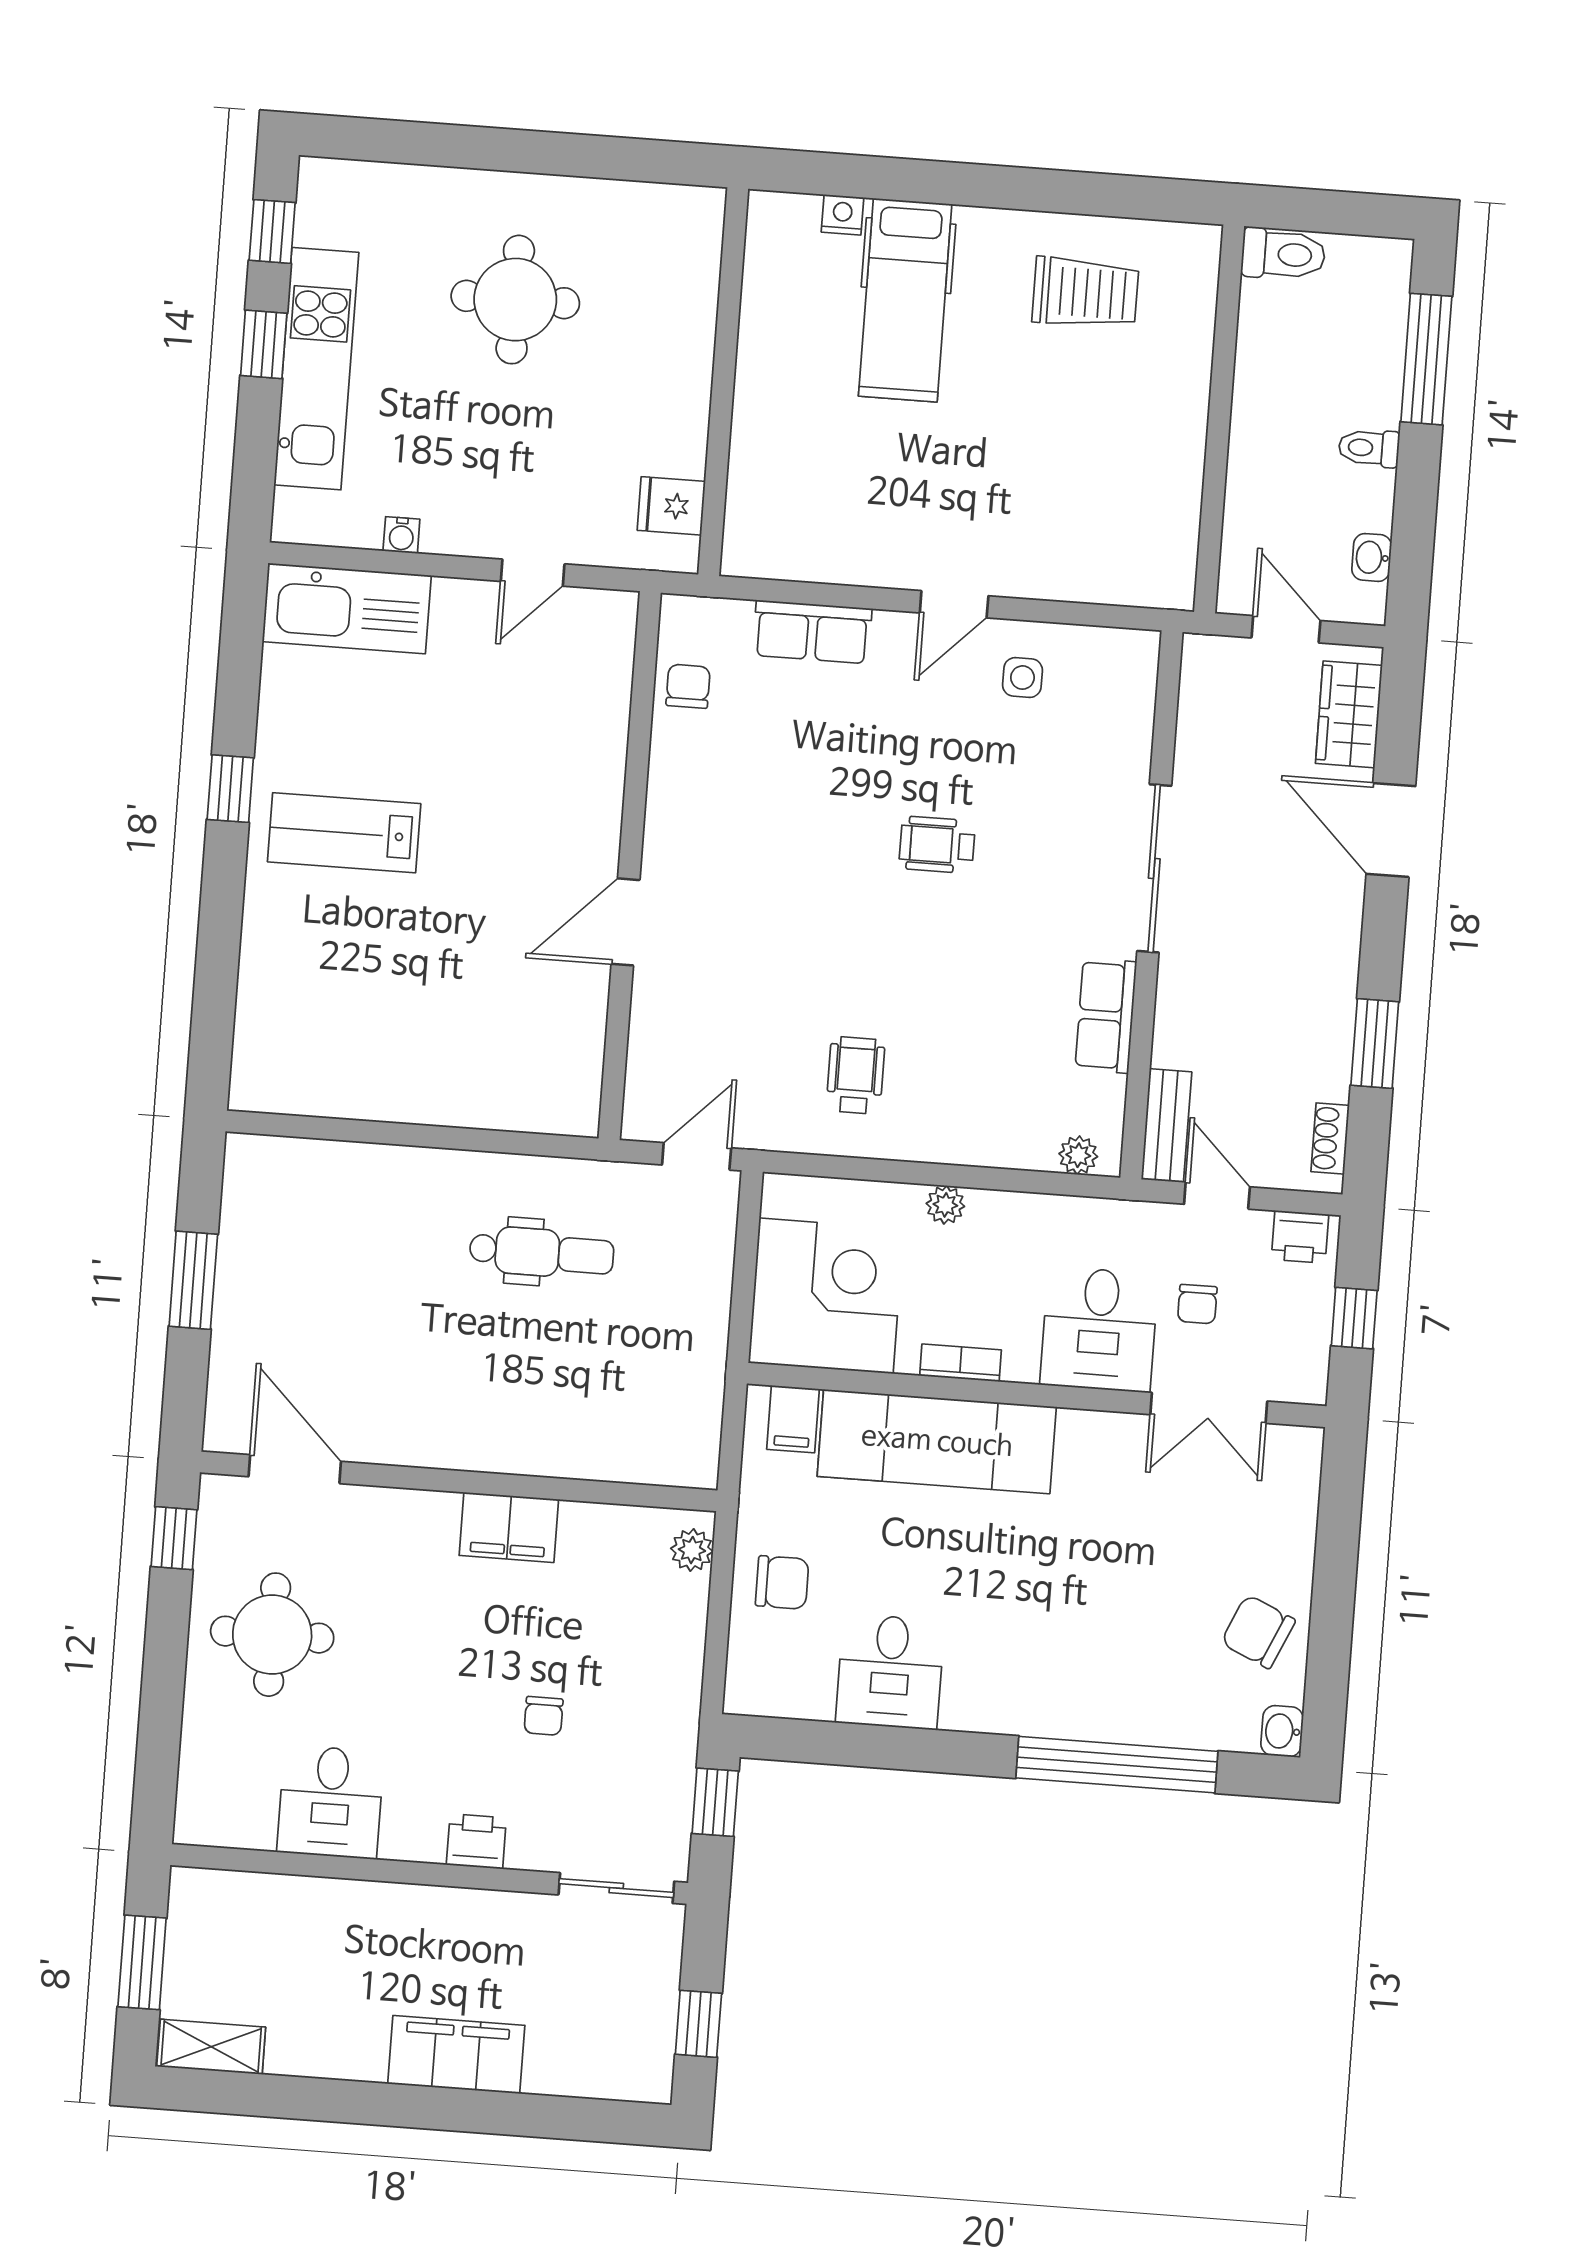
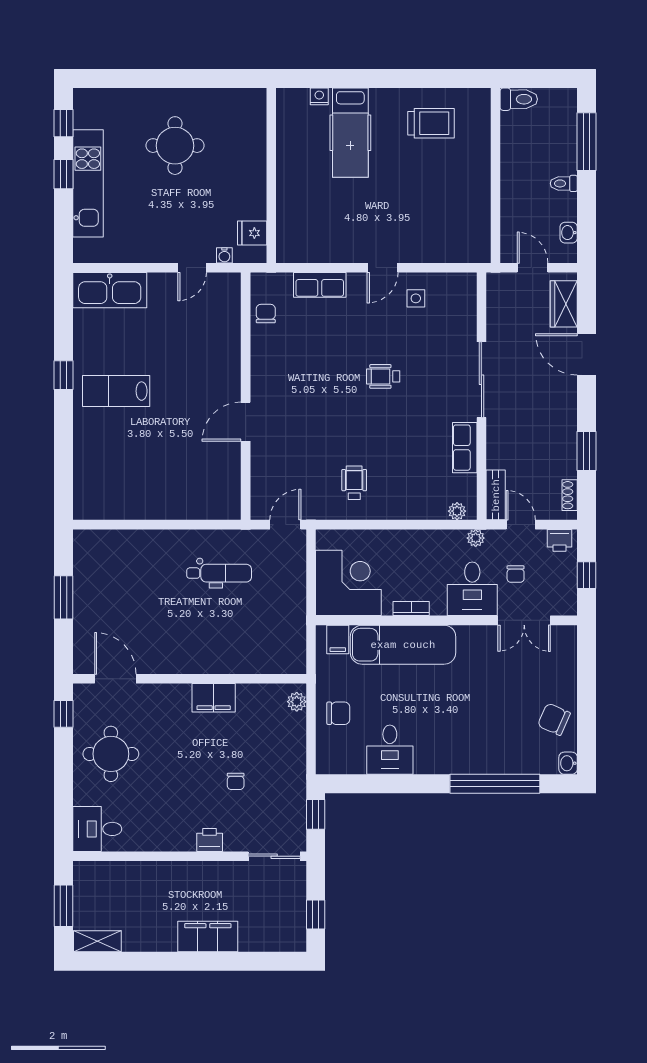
water cooler: (401, 535) -> (224, 255), moved
plant: (945, 1205) -> (476, 538), moved
desk: (331, 1802) -> (97, 829), moved, turned 90

